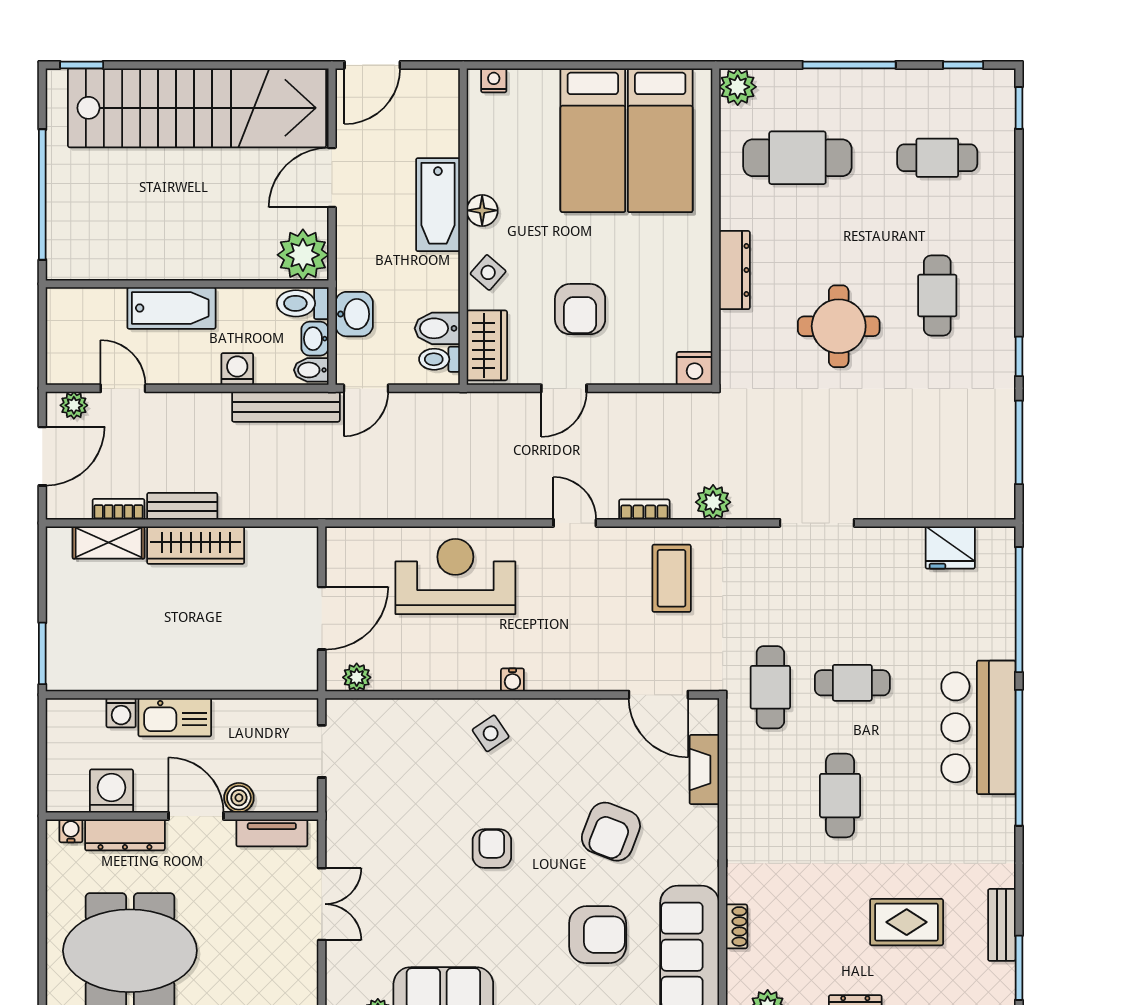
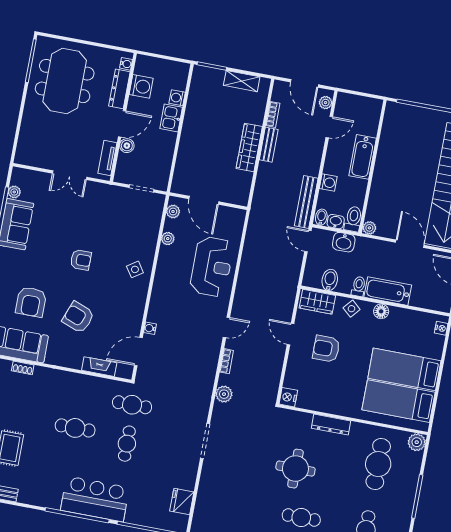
plant: (303, 255) -> (369, 228), width x0.53, depth x0.53
toilet: (439, 359) -> (359, 286), moved
shelving: (109, 542) -> (242, 81), moved, turned 90
coffee table: (672, 578) -> (192, 368), removed
plant: (415, 678) -> (168, 239), added
water cooler: (512, 680) -> (150, 328), moved
kitchen sink: (175, 717) -> (171, 118), width x0.73

